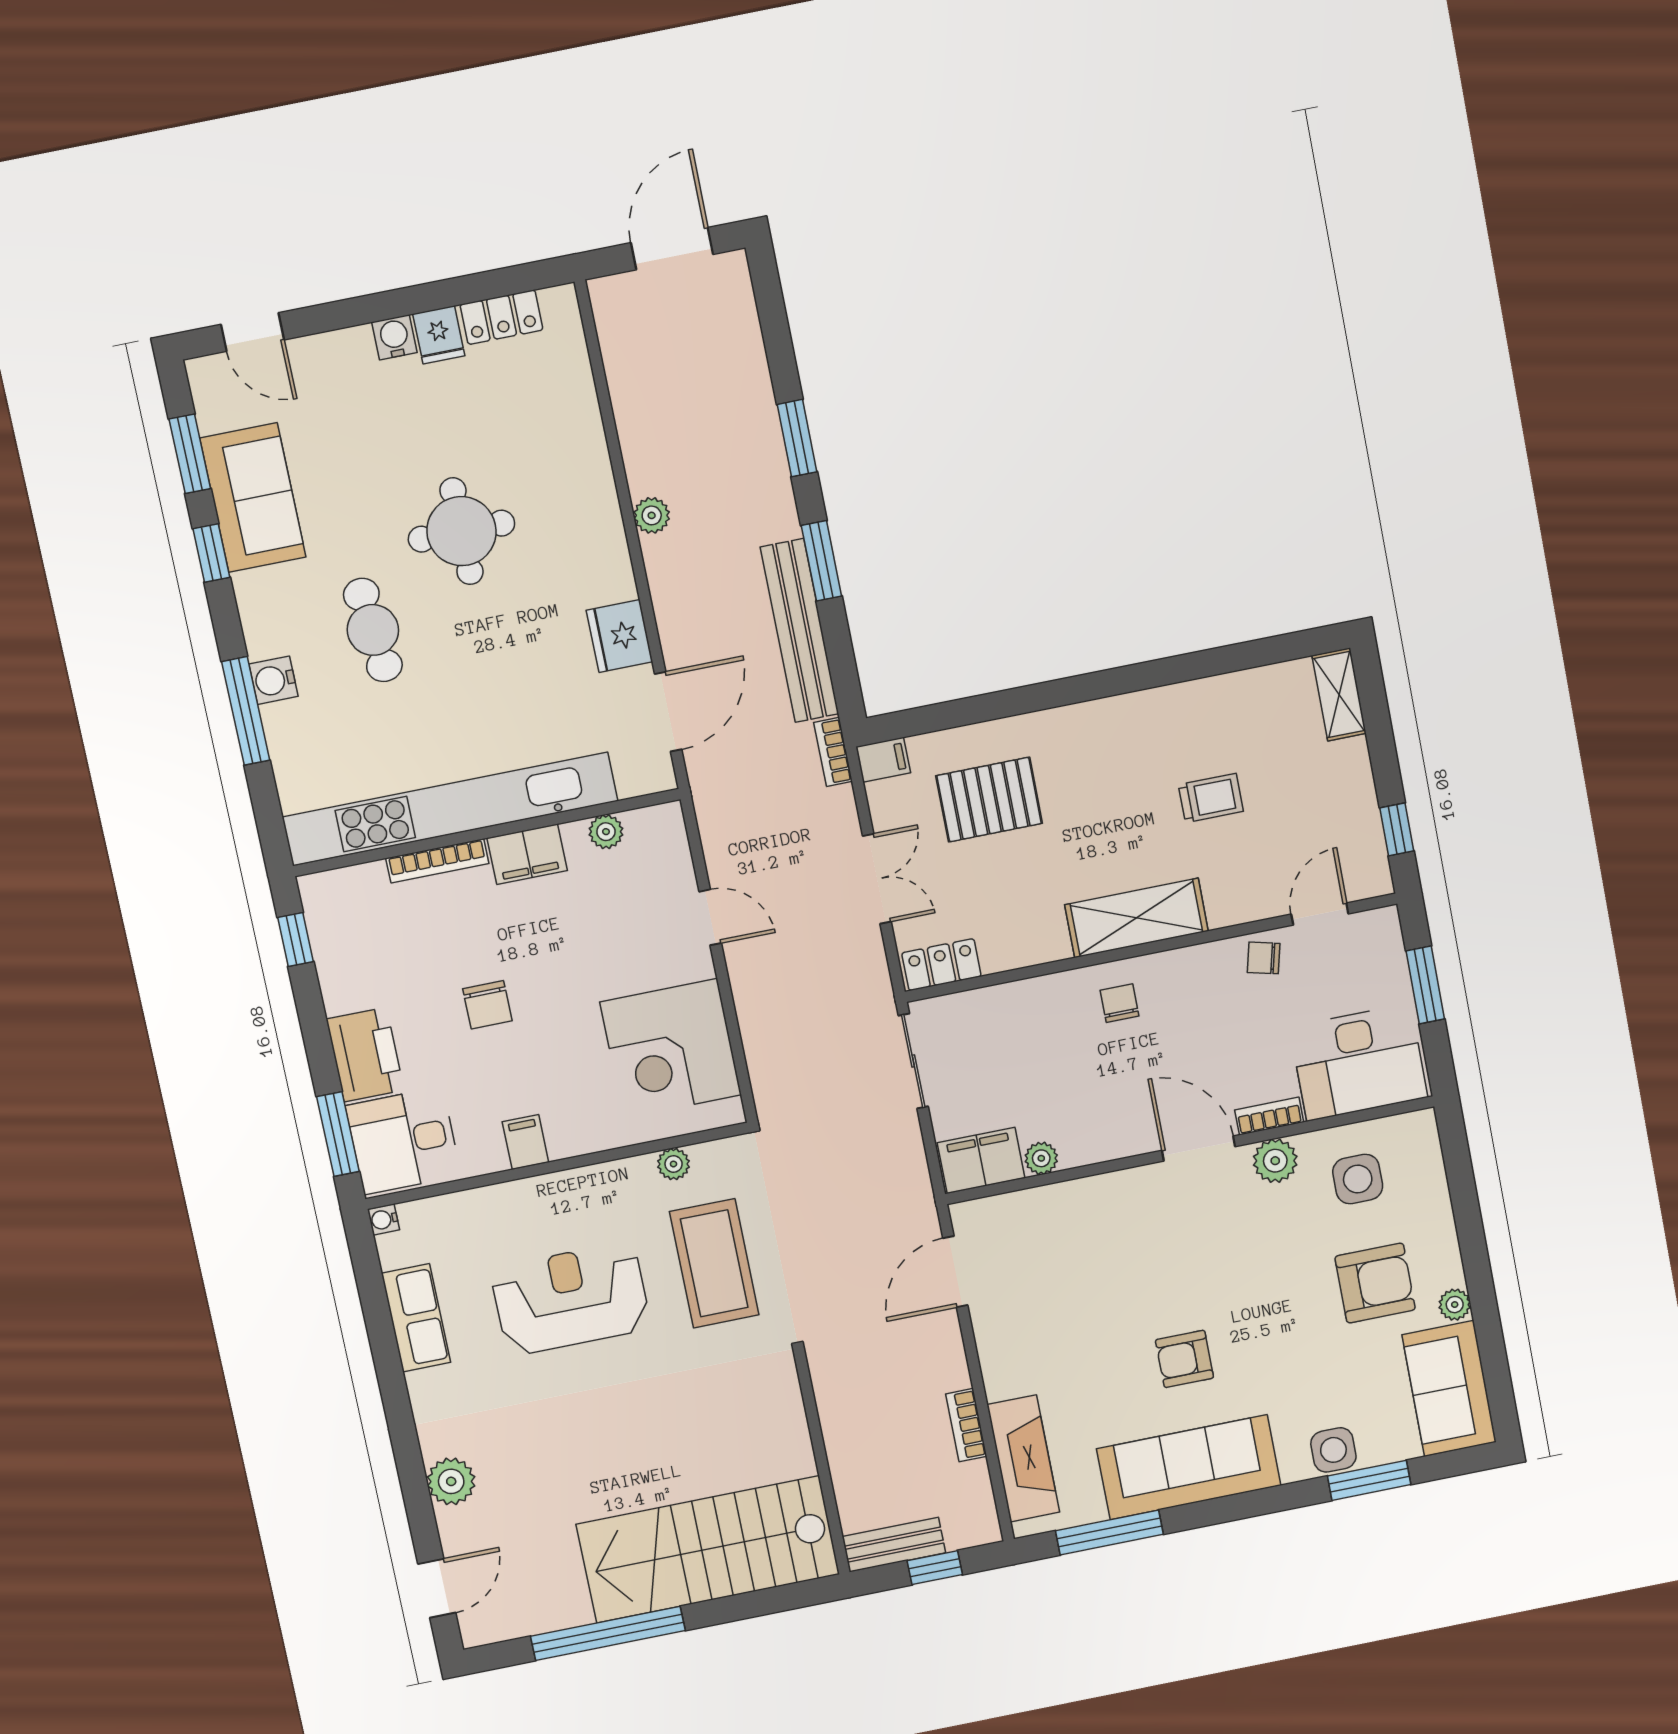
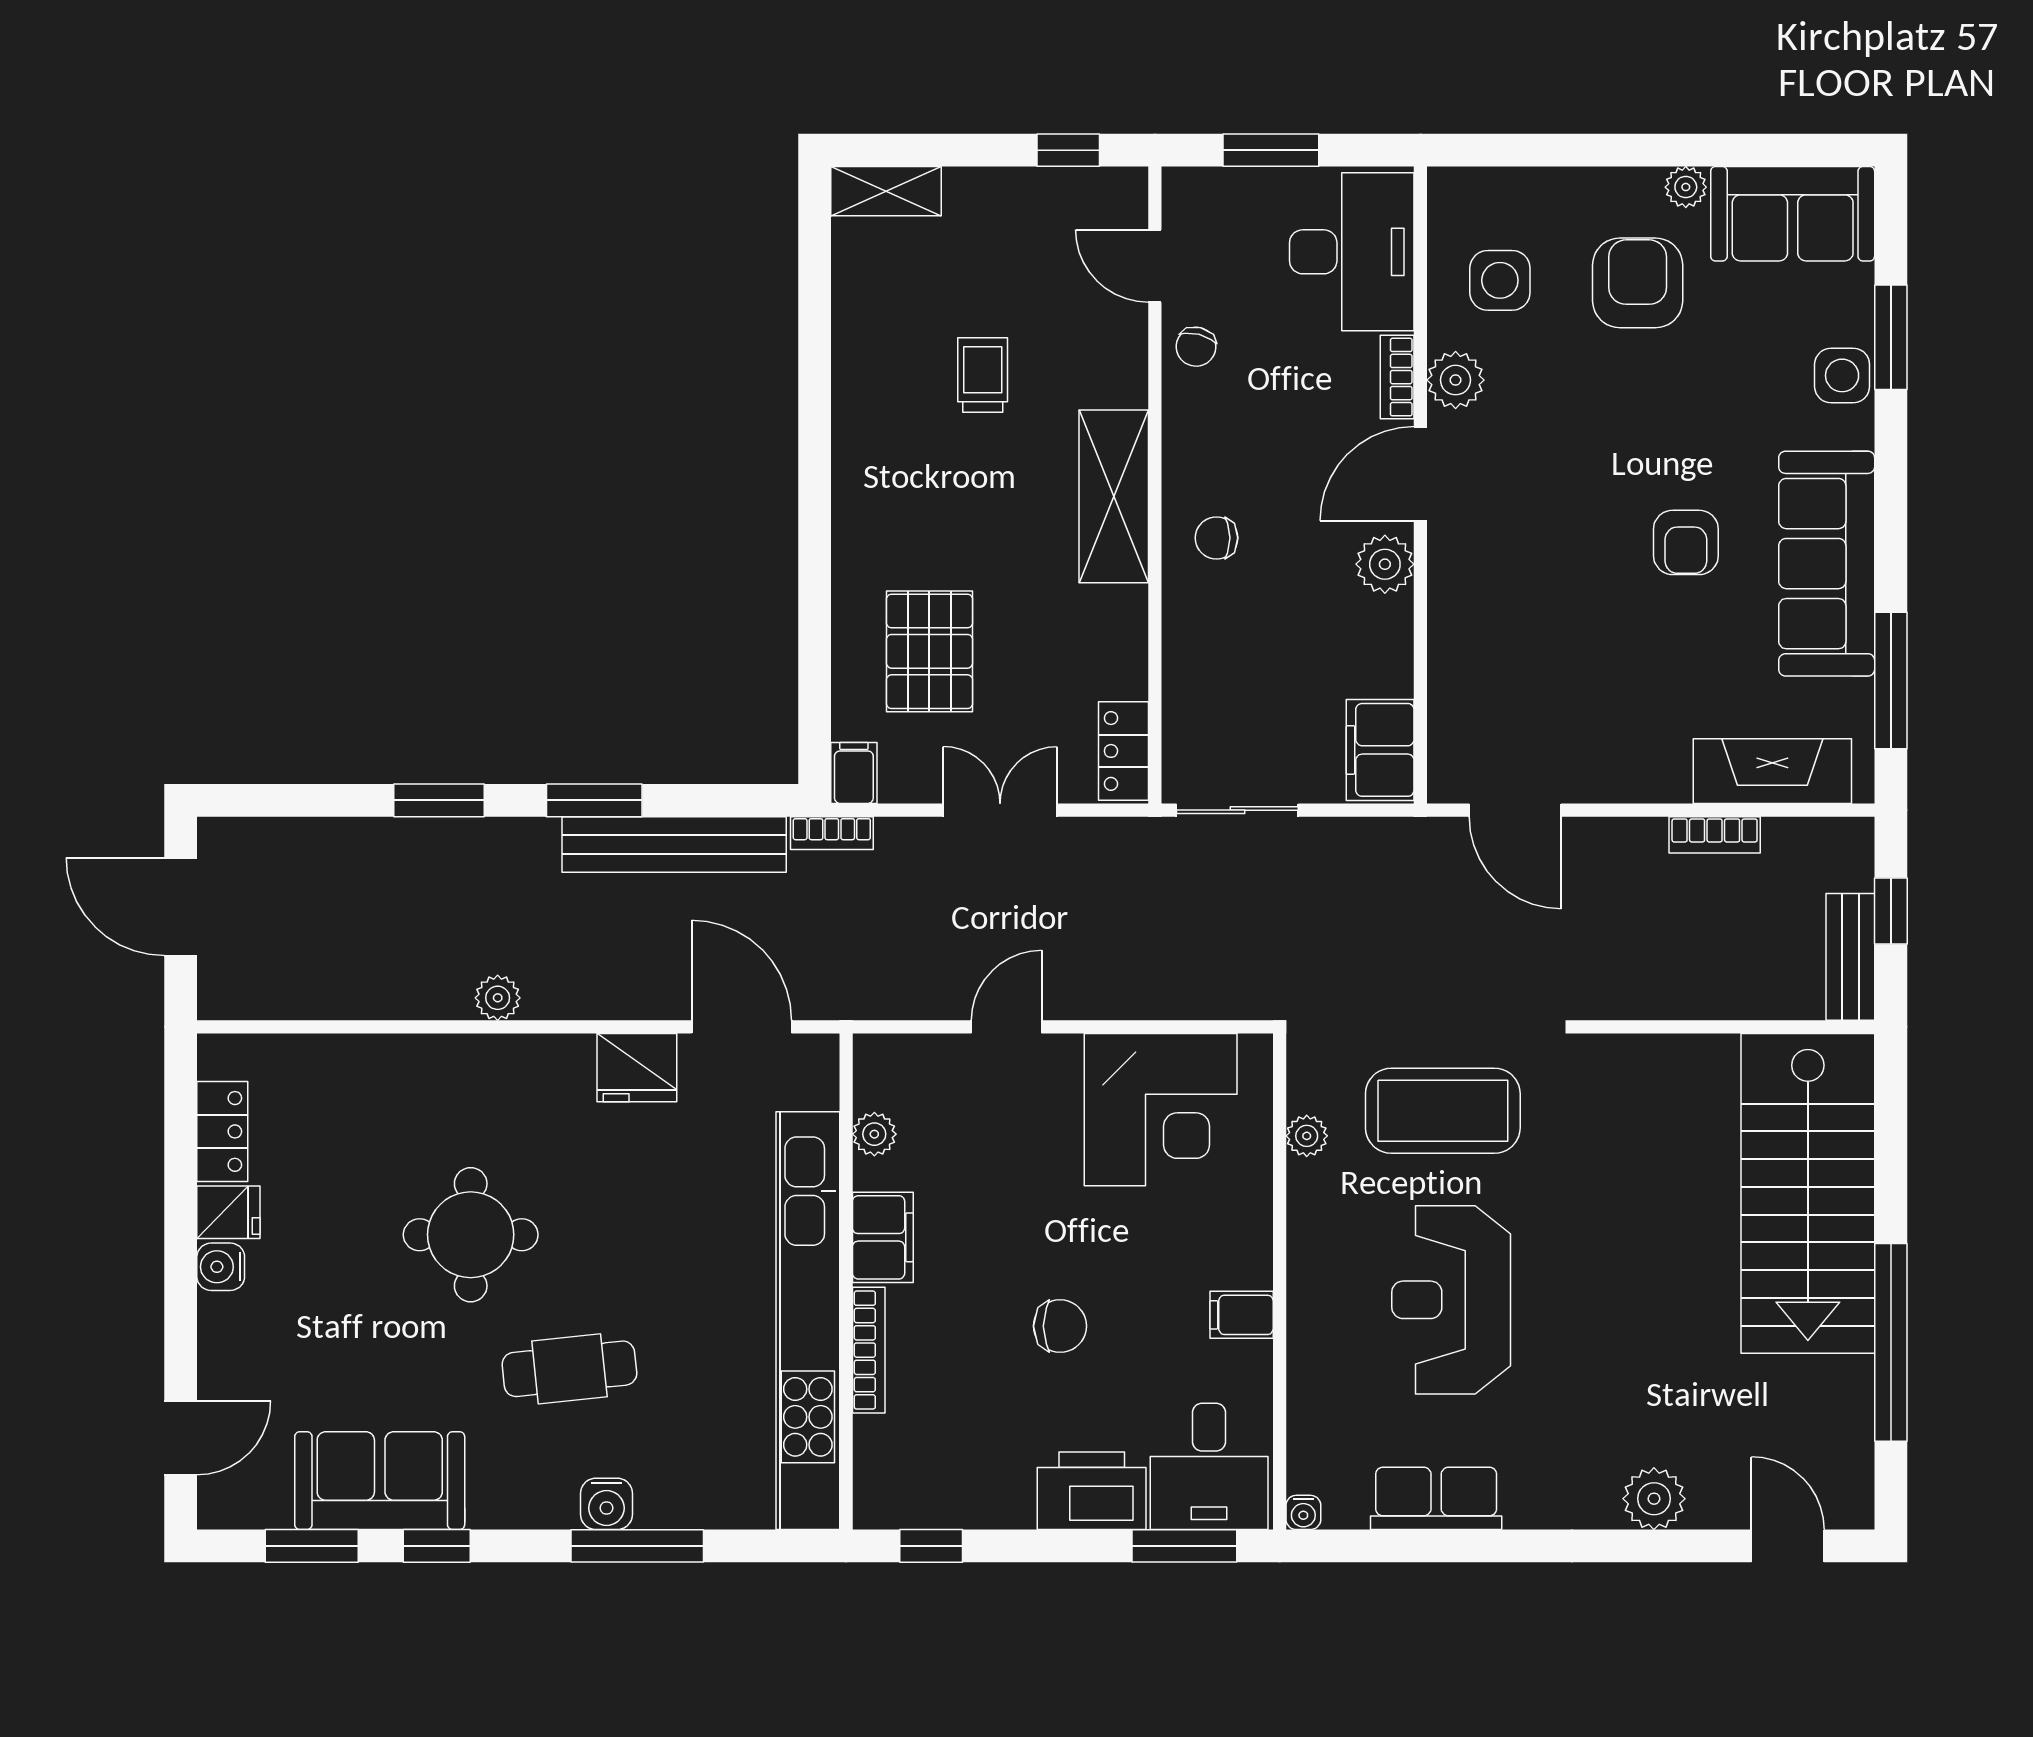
plant: (1041, 1158) -> (1385, 564), moved, width x1.38, depth x1.38

